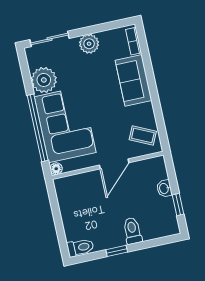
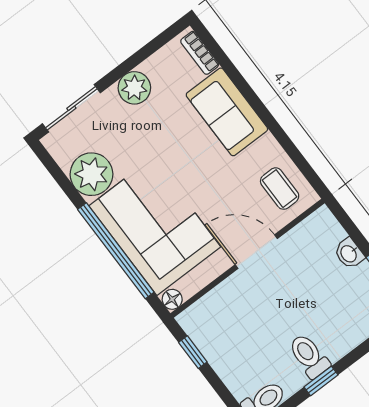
coffee table: (143, 135) -> (280, 189), turned 65
door: (114, 164) -> (256, 252), swing flipped
window: (54, 203) -> (193, 352), added
toilet: (132, 231) -> (309, 356), moved

